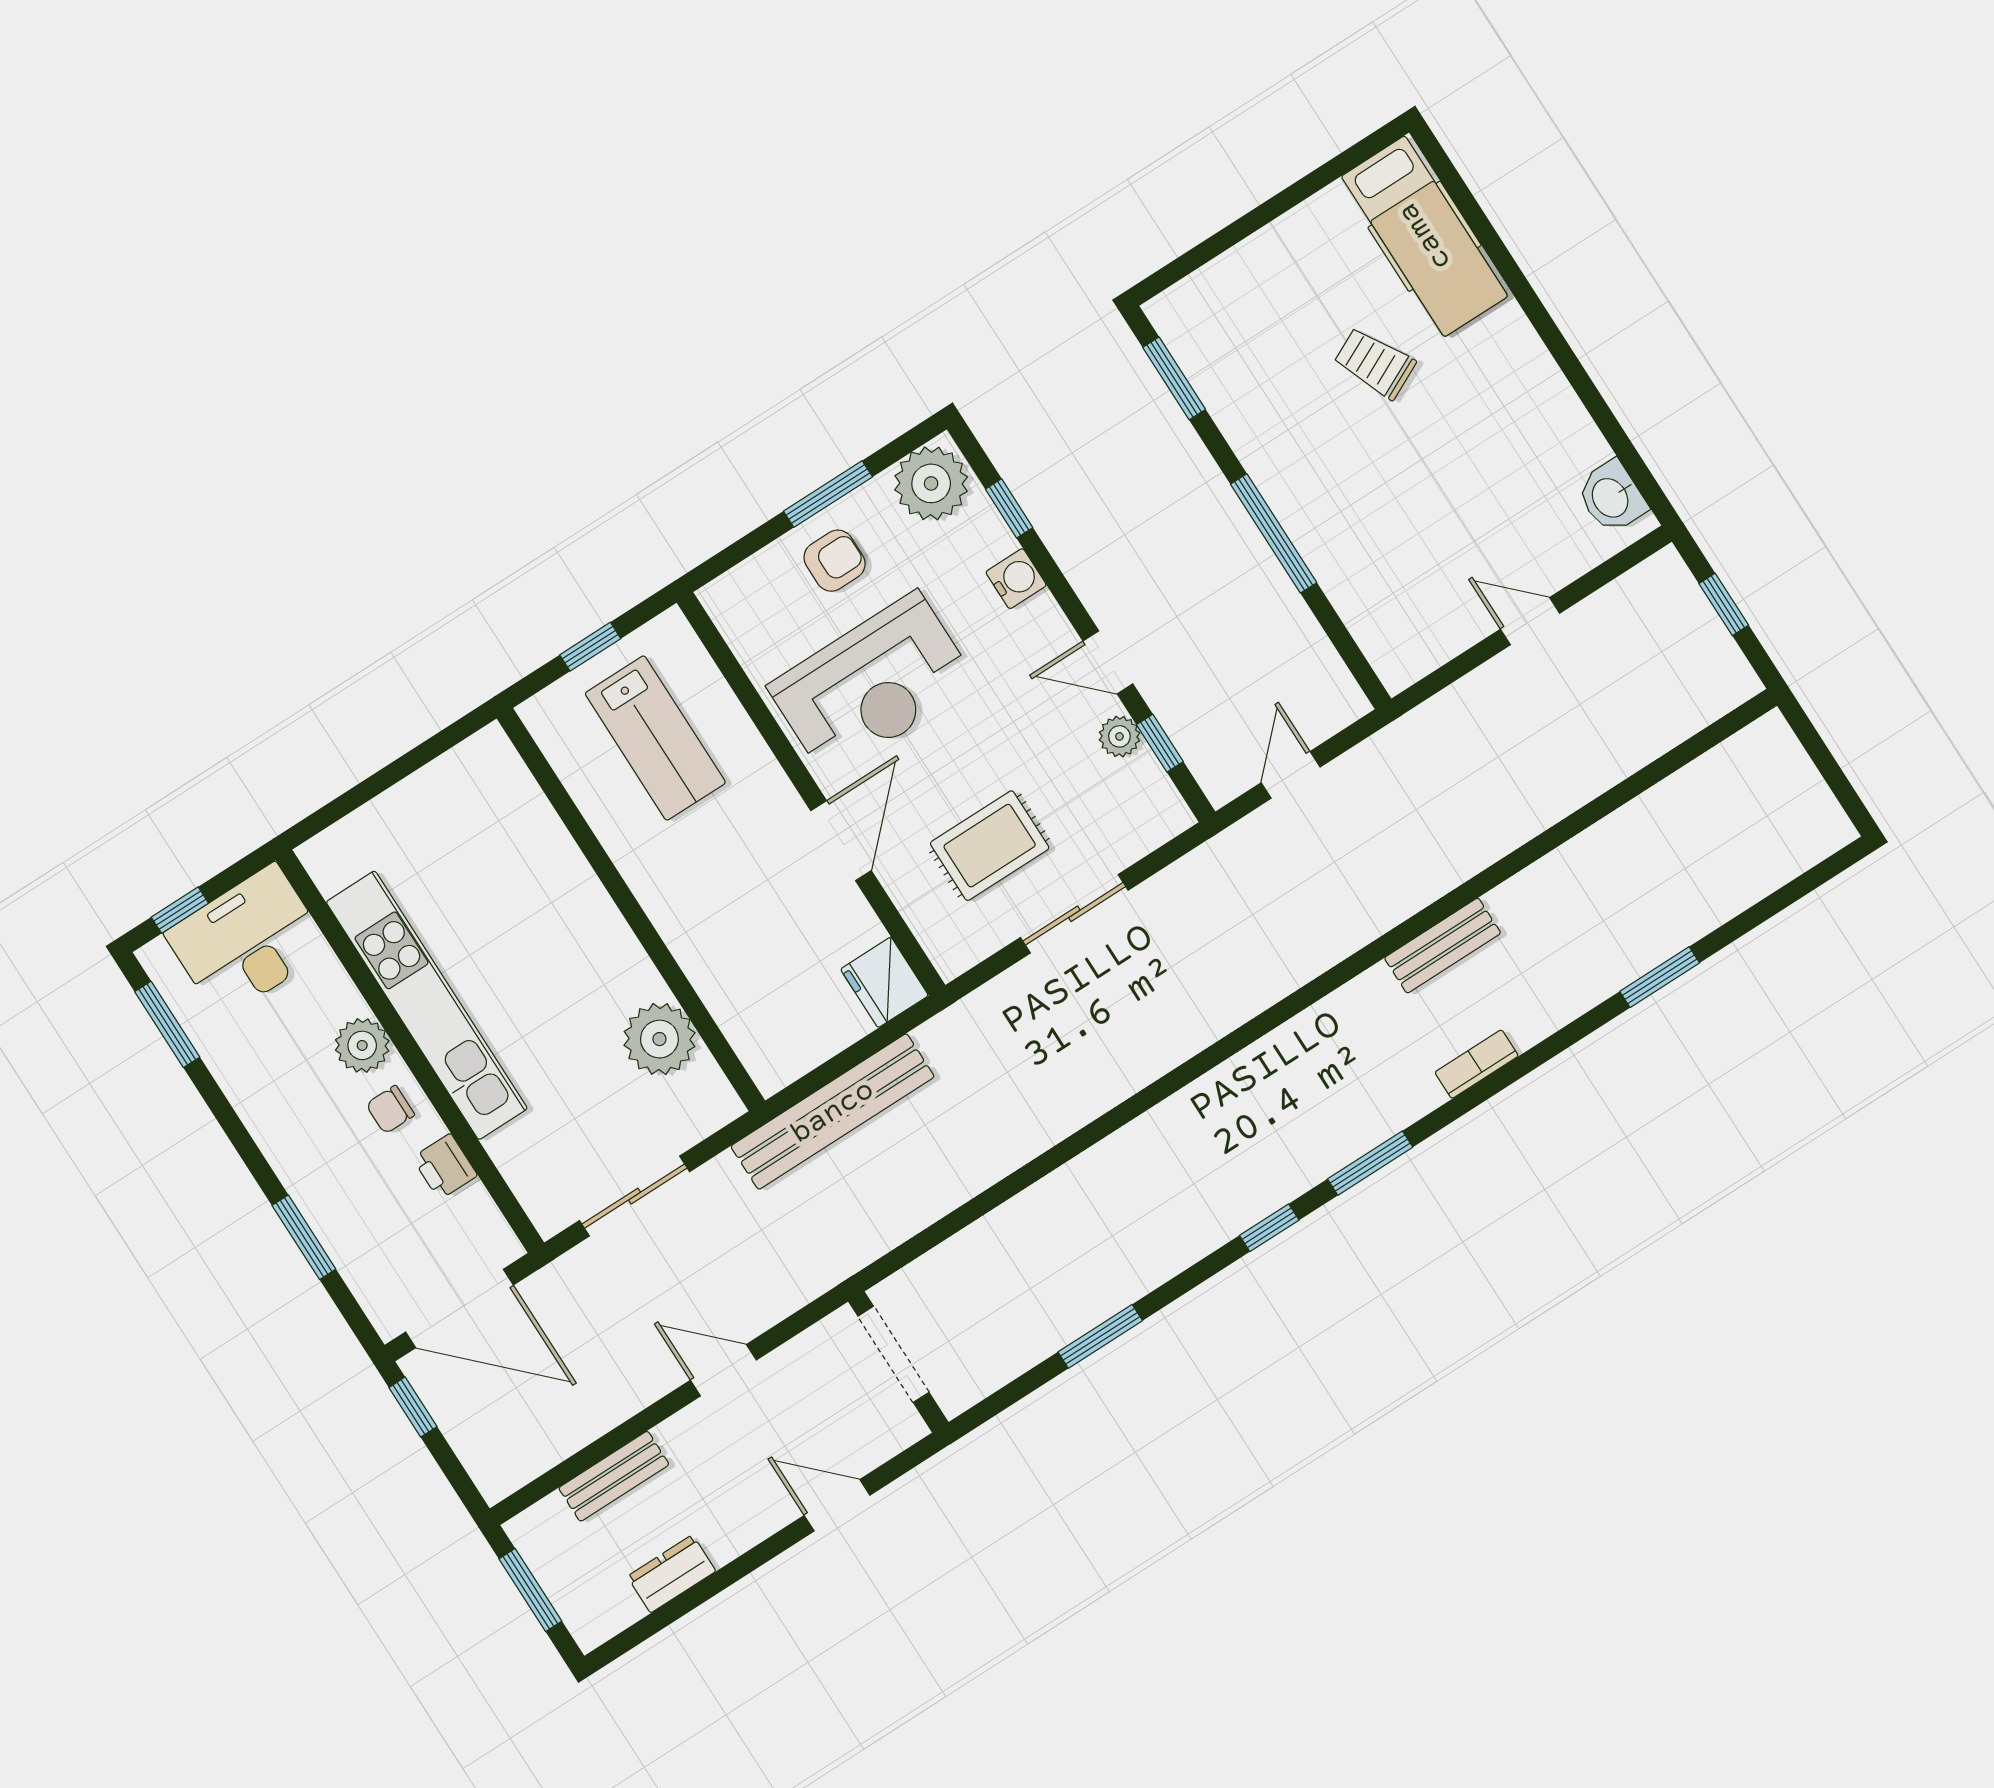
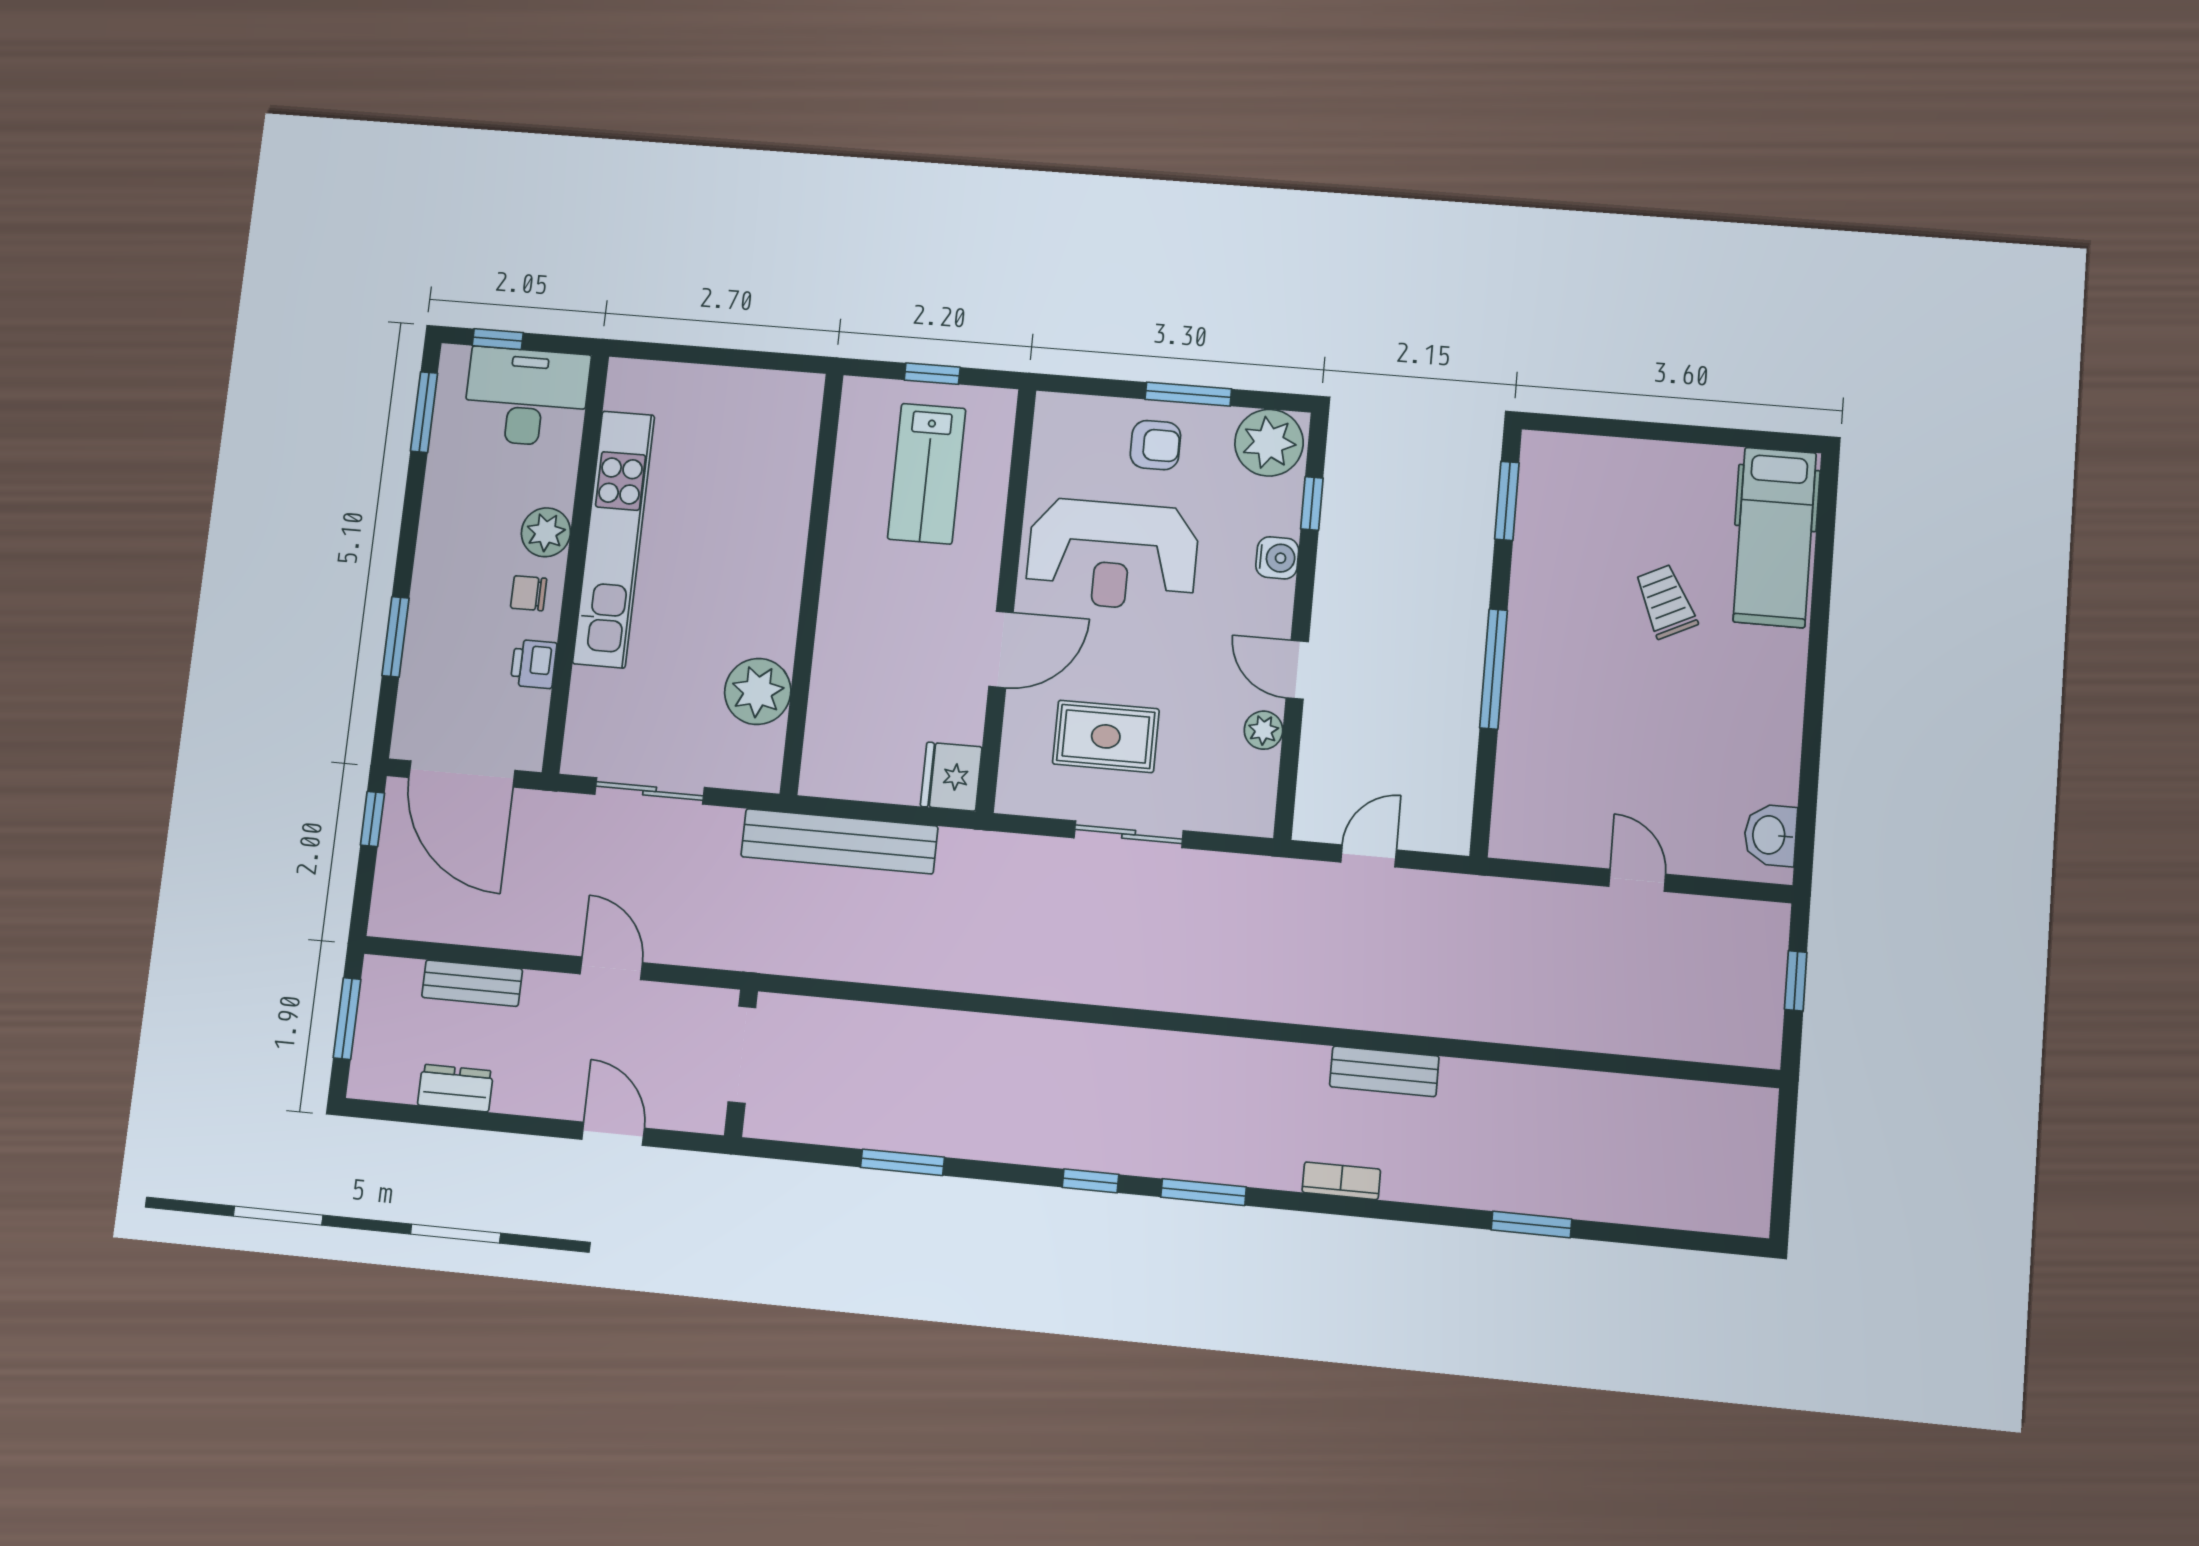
window: (1160, 743) -> (1289, 758), removed

